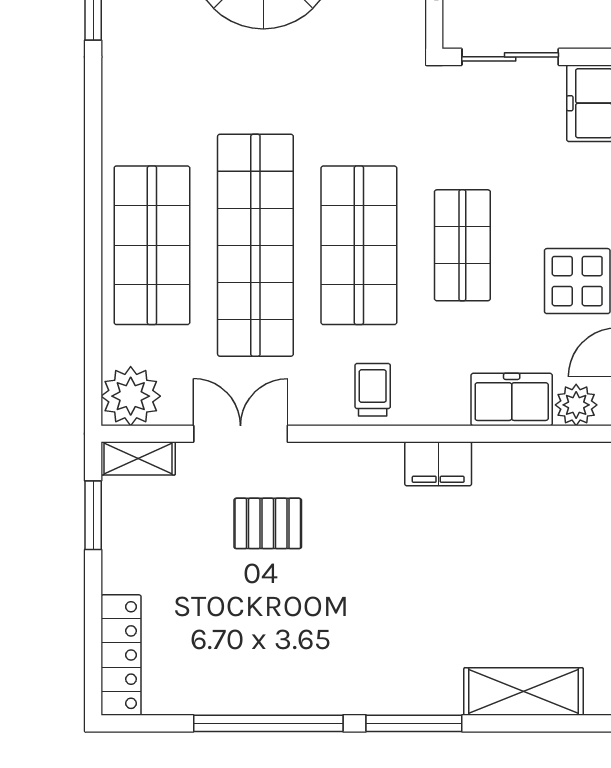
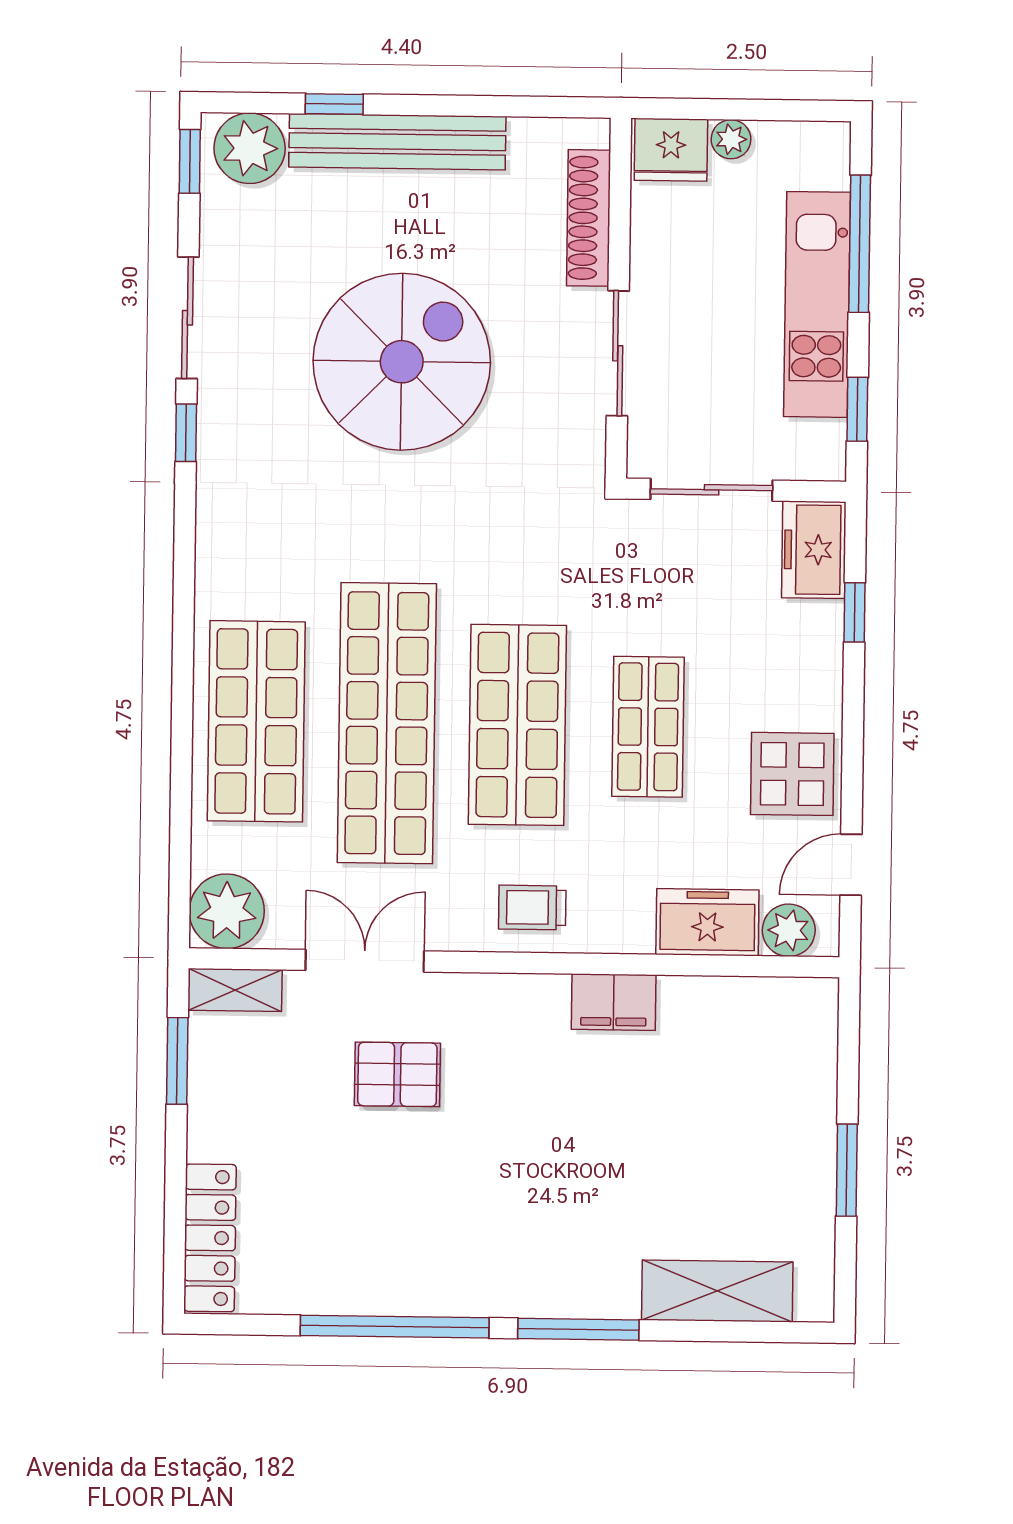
trolley: (373, 390) -> (532, 907), turned -90

